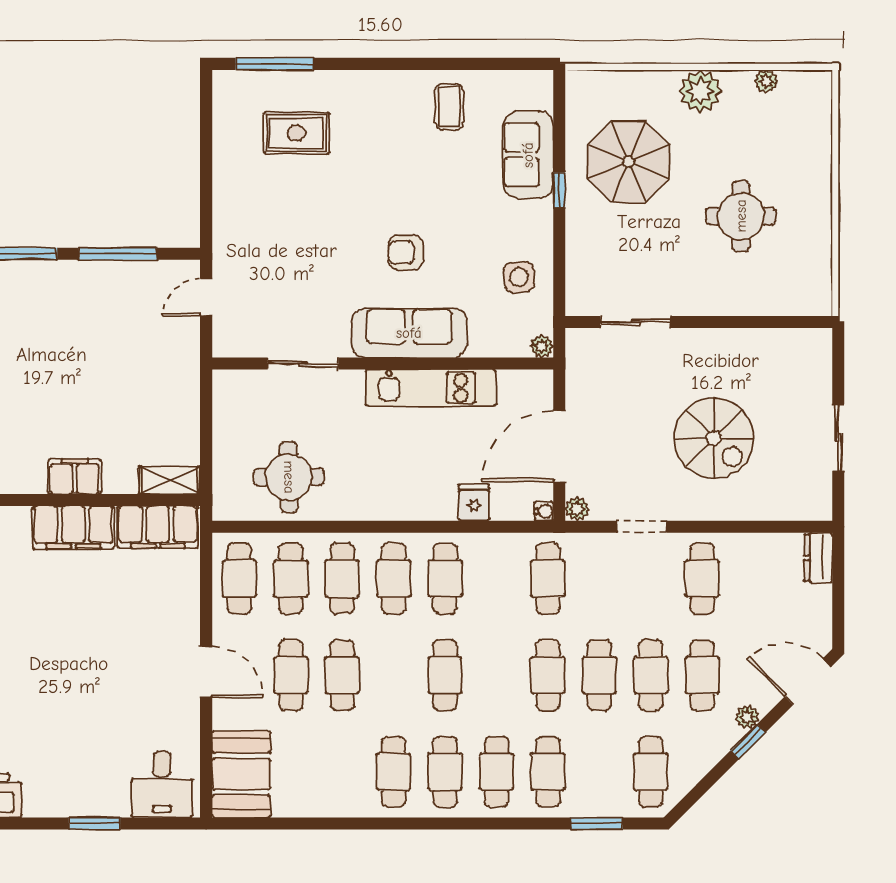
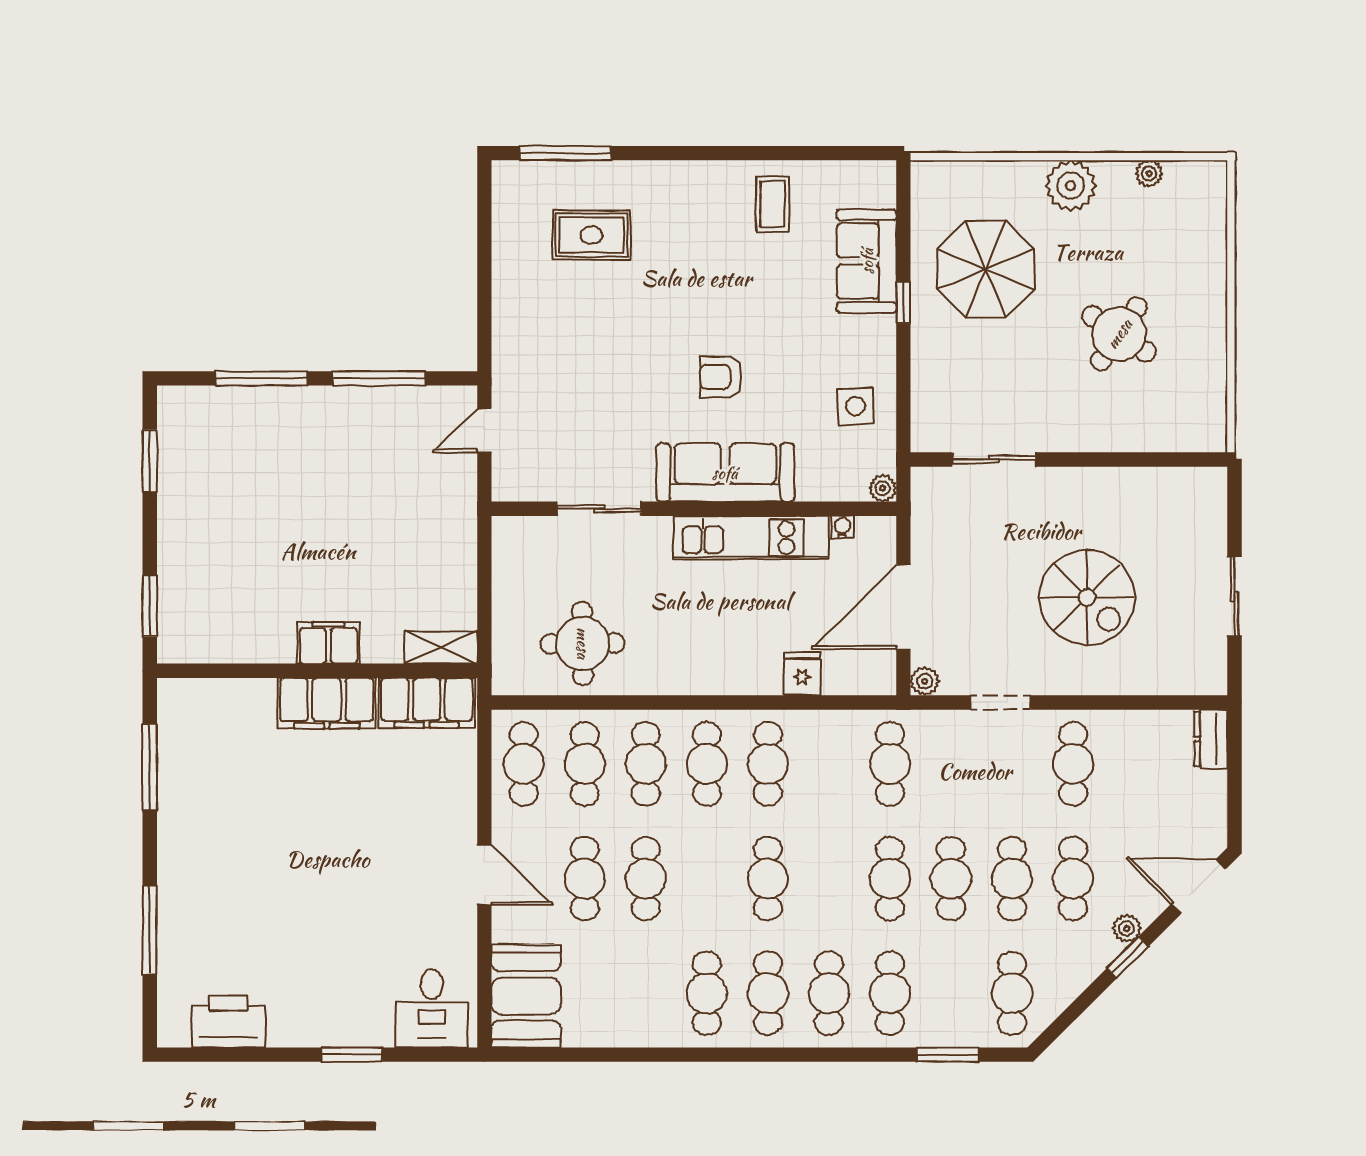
round table: (741, 216) -> (1119, 334), turned 34
water cooler: (544, 511) -> (843, 527), moved, turned -90

